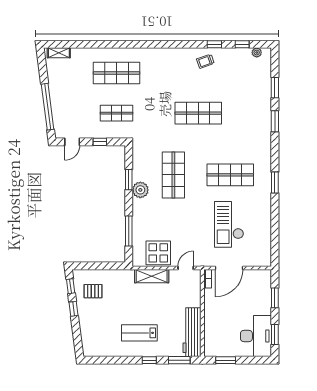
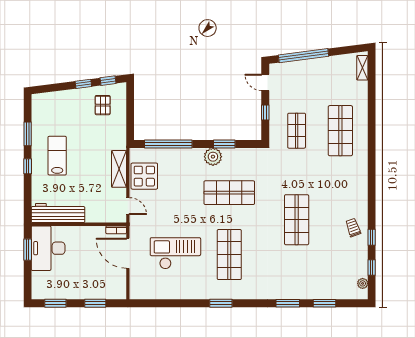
window: (129, 231) -> (168, 144), width x1.46
desk: (256, 336) -> (48, 248), moved, turned 90
window: (179, 360) -> (28, 134), moved

